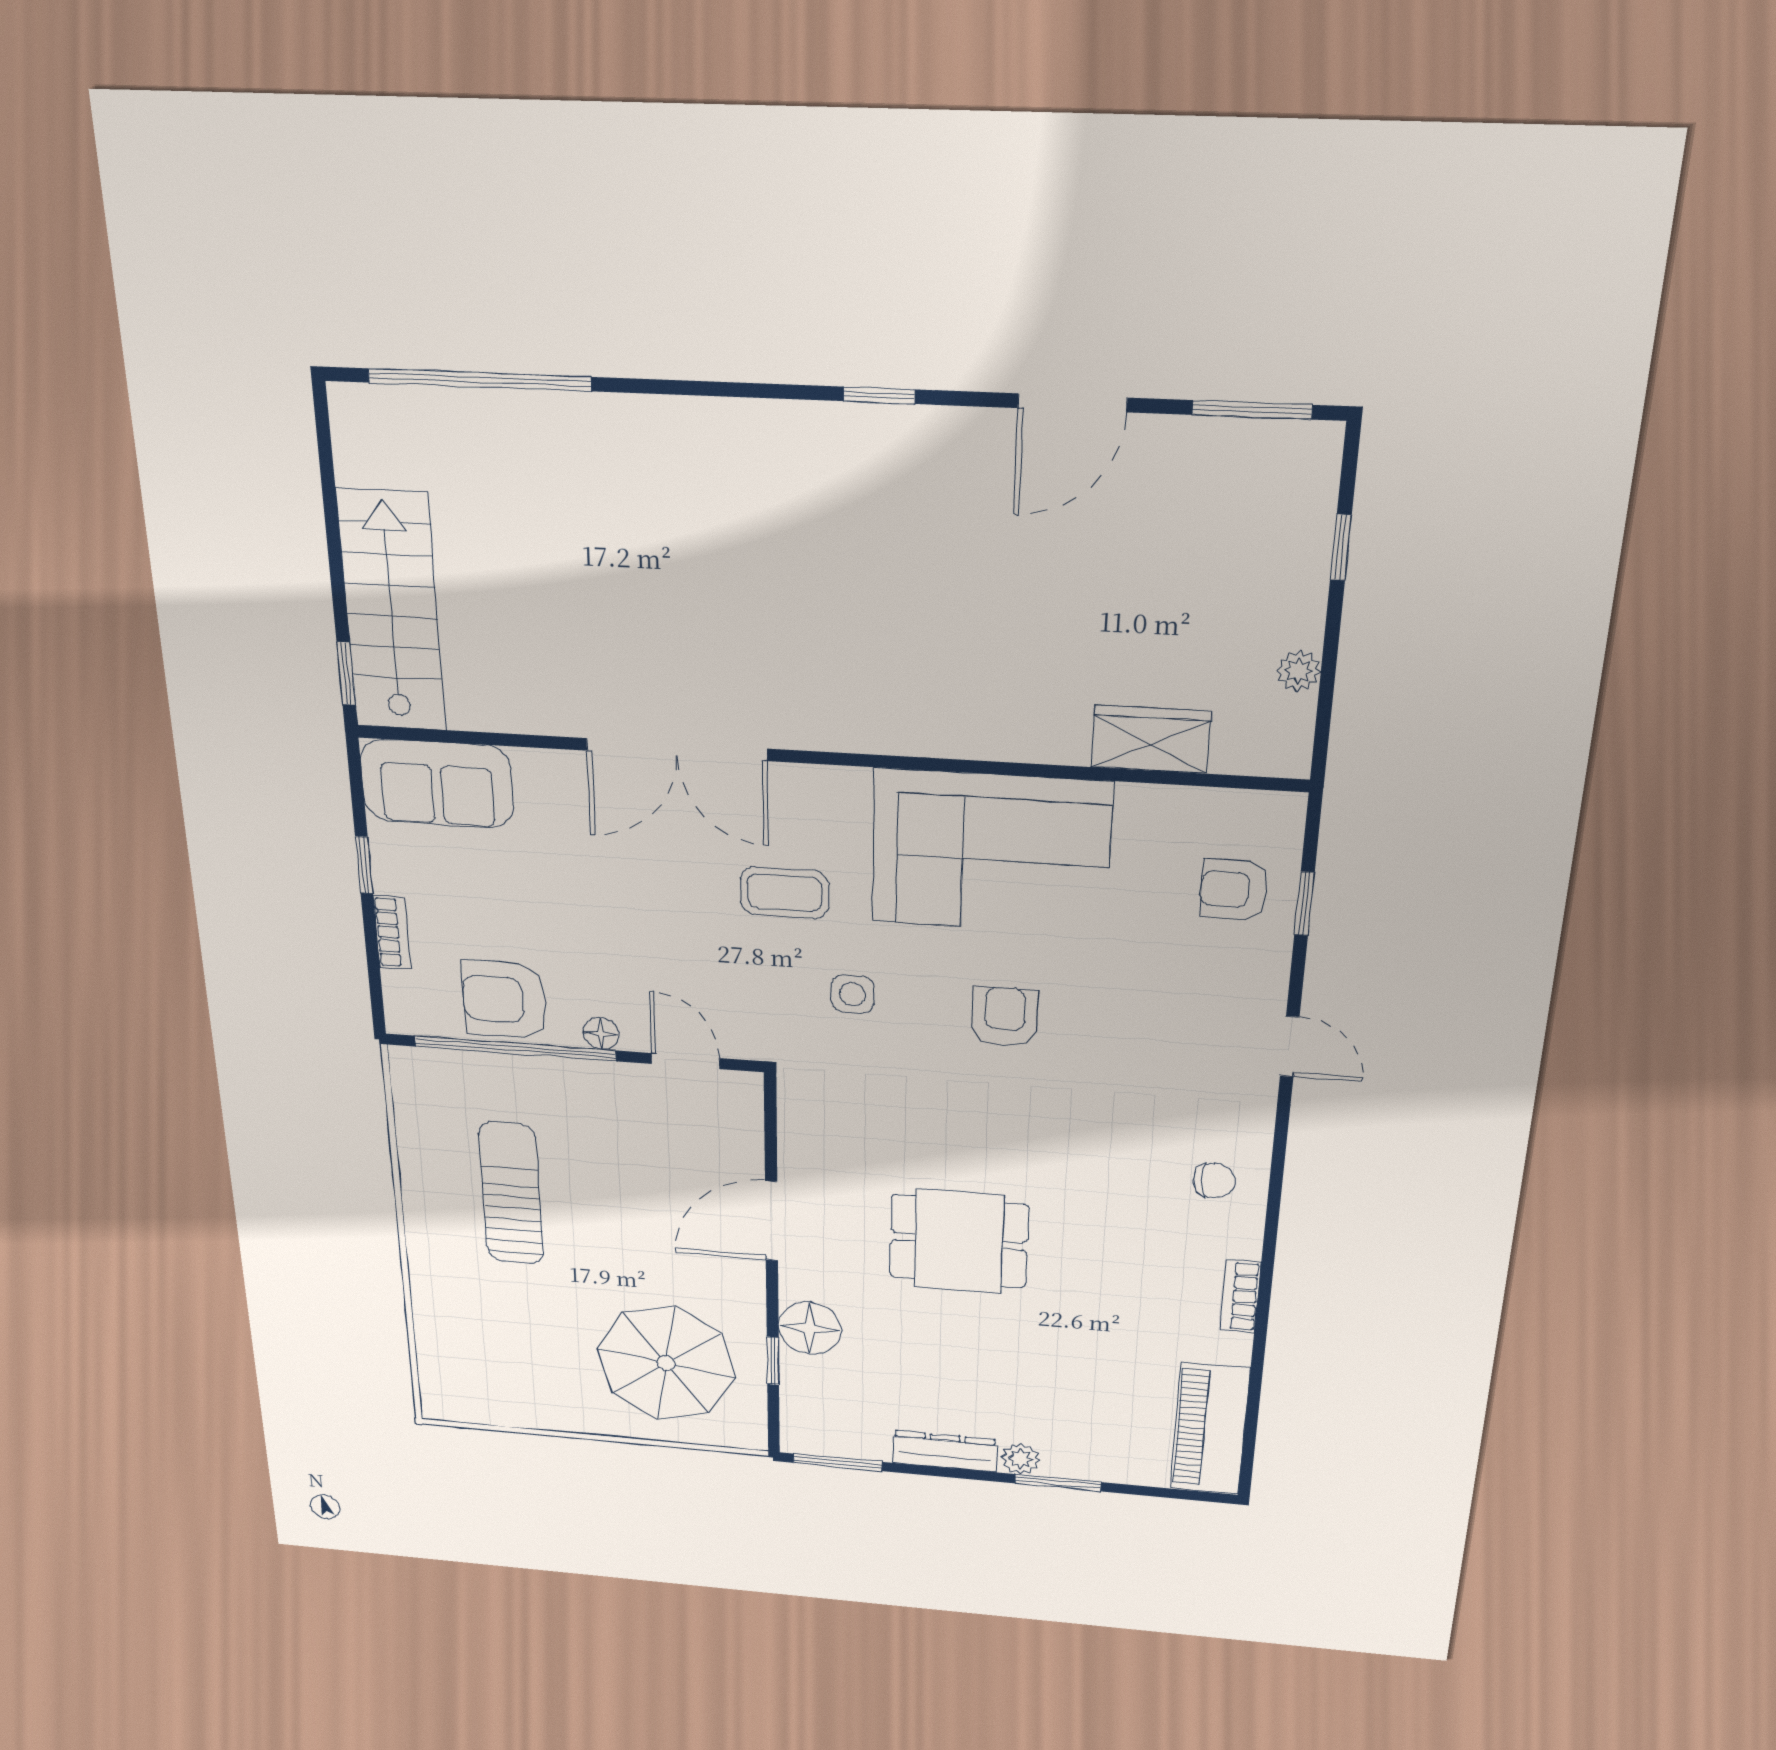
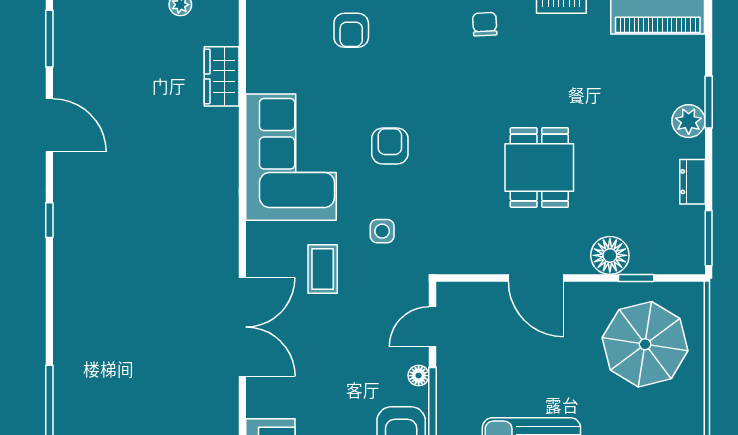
armchair: (1234, 890) -> (351, 30), moved
armchair: (1005, 1017) -> (390, 146), turned 90
dresser: (945, 1451) -> (693, 182), width x0.70
plant: (1021, 1459) -> (689, 121), width x1.38, depth x1.38

